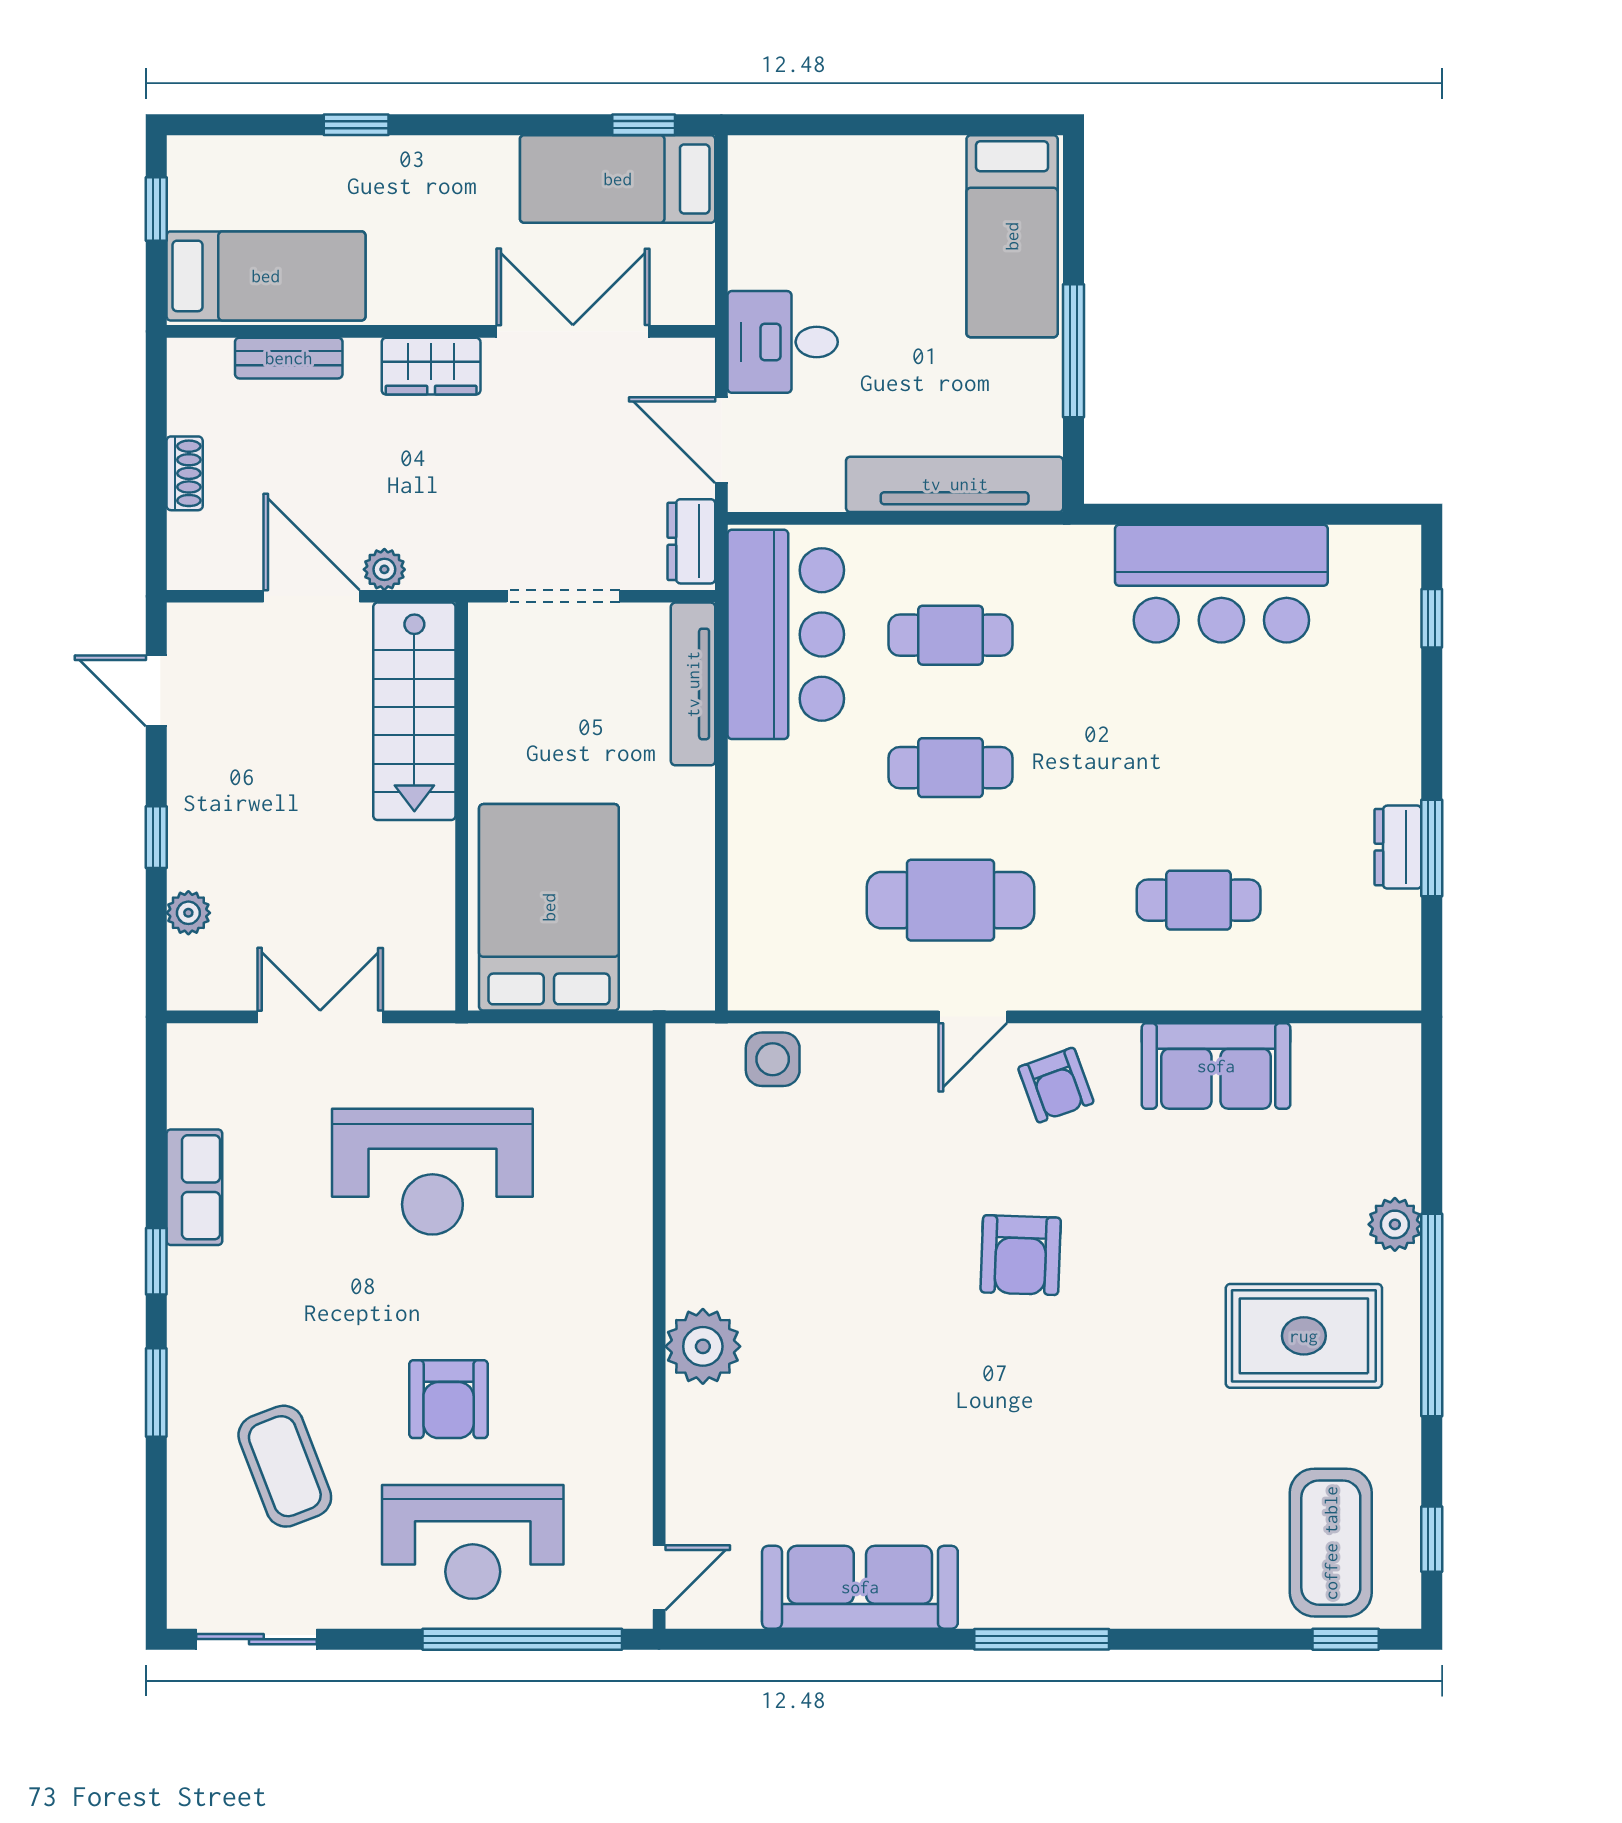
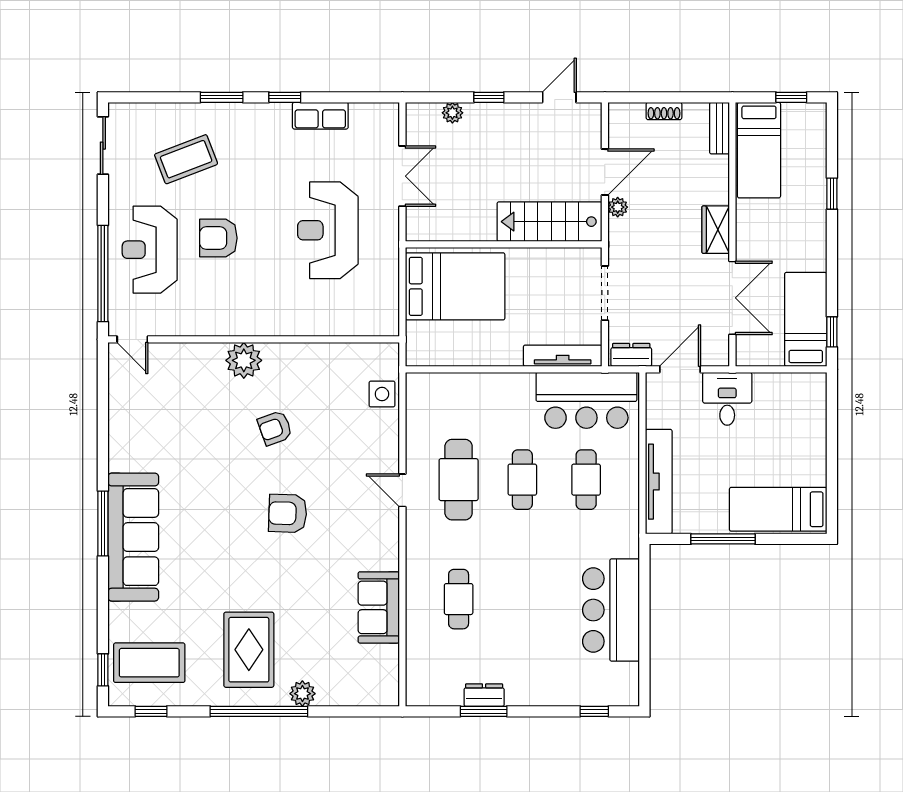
bench: (289, 358) -> (719, 128), moved
armchair: (1056, 1085) -> (275, 428), moved
sofa: (860, 1587) -> (133, 537), moved, width x1.36, depth x1.27

